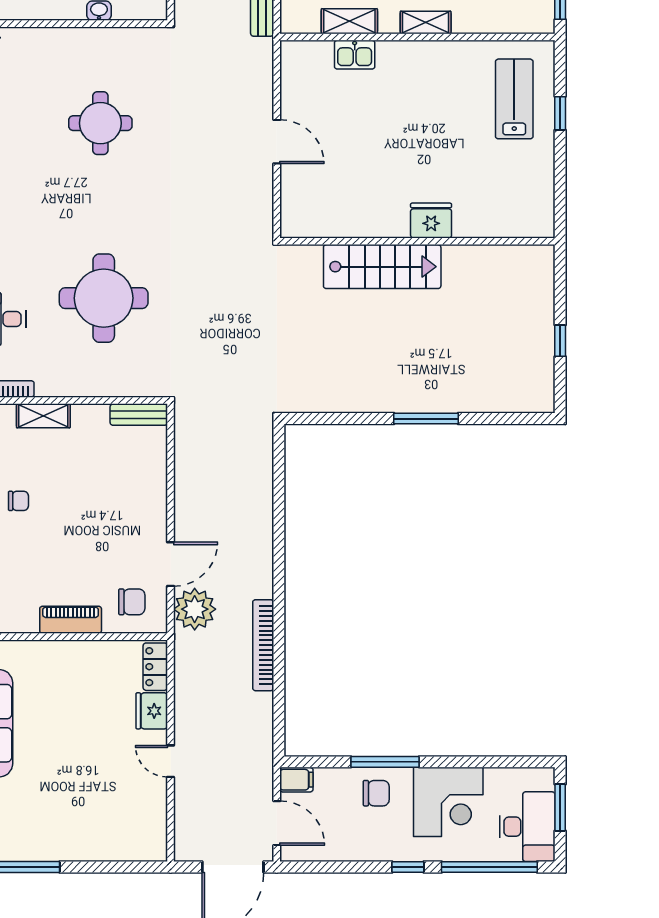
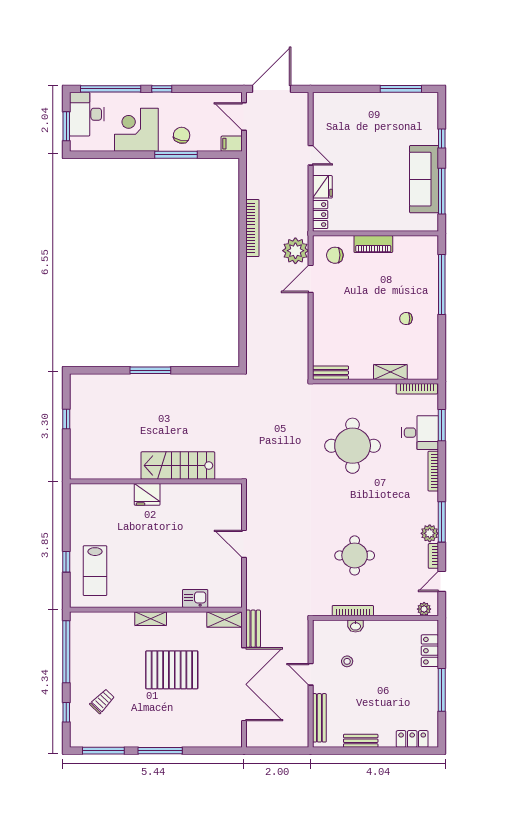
shelving: (349, 21) -> (224, 619), moved
bookcase: (103, 35) -> (353, 611), added
chair: (376, 793) -> (182, 135), turned 103

